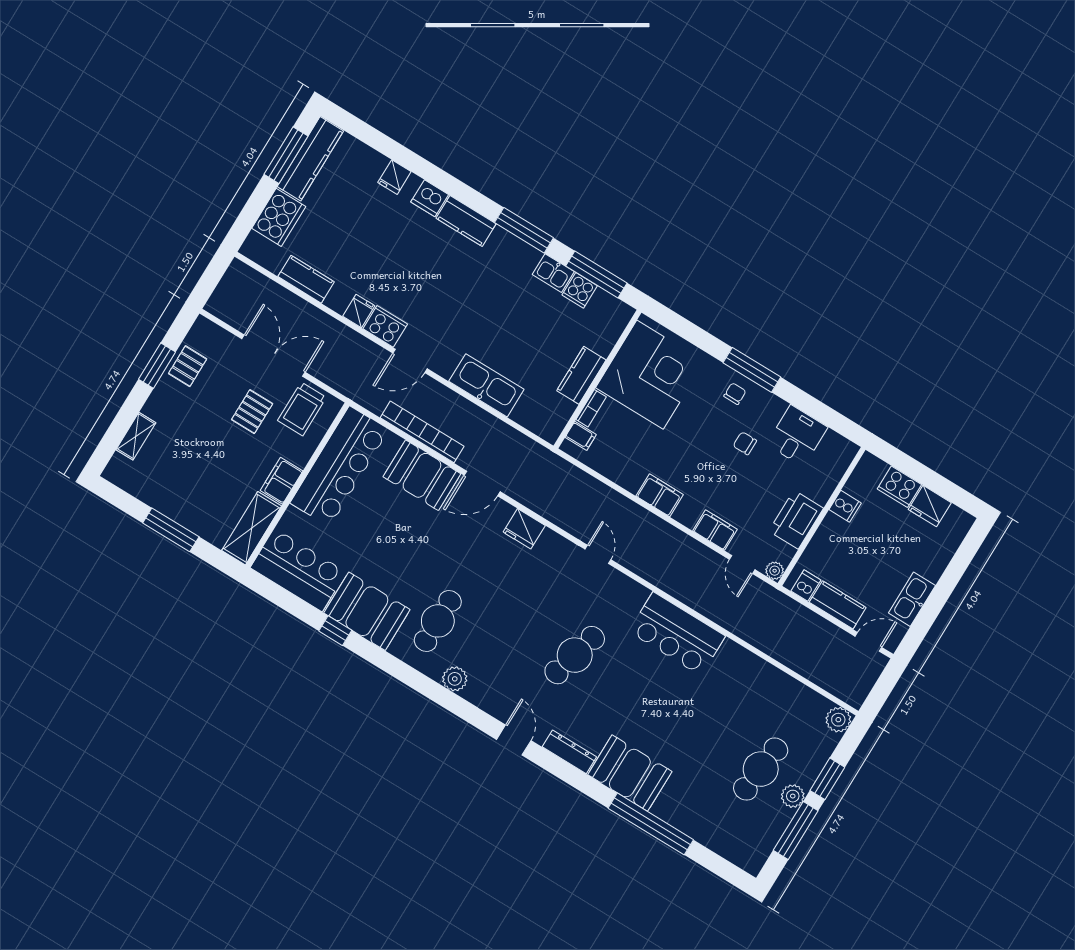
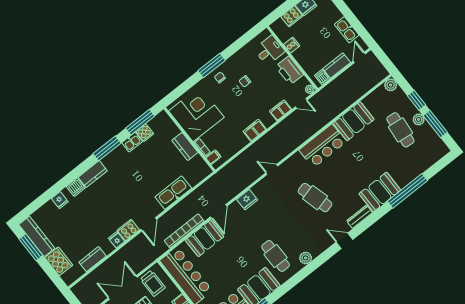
desk: (797, 436) -> (269, 50), moved, turned 90
cafe table: (575, 655) -> (315, 198), turned -30
booth: (745, 675) -> (353, 121), added

